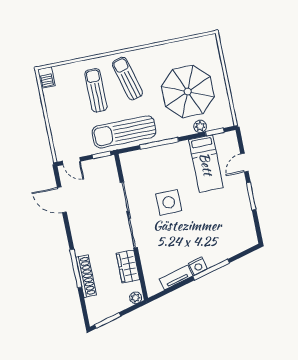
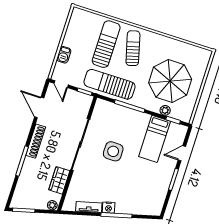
barbecue: (46, 77) -> (64, 55), moved
sun lounger: (96, 90) -> (106, 44), width x1.36, depth x1.34
shoe rack: (86, 276) -> (36, 141), moved

